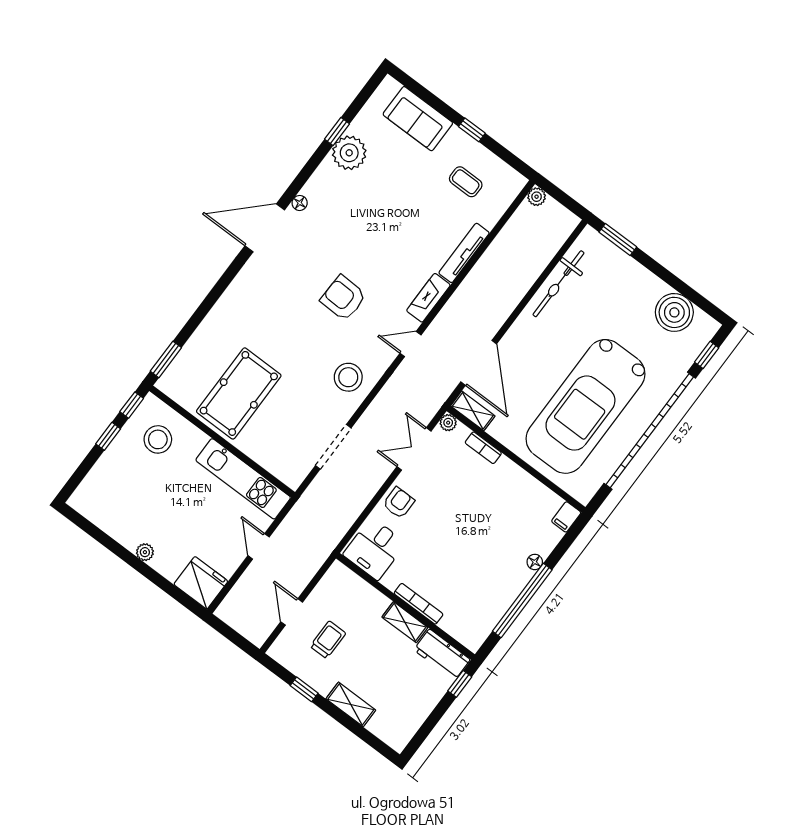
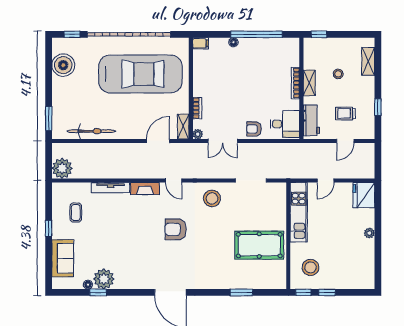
plant: (537, 197) -> (62, 168), width x1.87, depth x1.87
floor lamp: (300, 203) -> (88, 285), moved
armchair: (343, 298) -> (176, 229), turned 88
window: (166, 359) -> (241, 292), moved
door: (479, 363) -> (158, 141), width x0.73
workbench: (442, 655) -> (311, 120), moved
stool: (388, 670) -> (338, 74), added
shelving: (351, 704) -> (368, 61), moved

